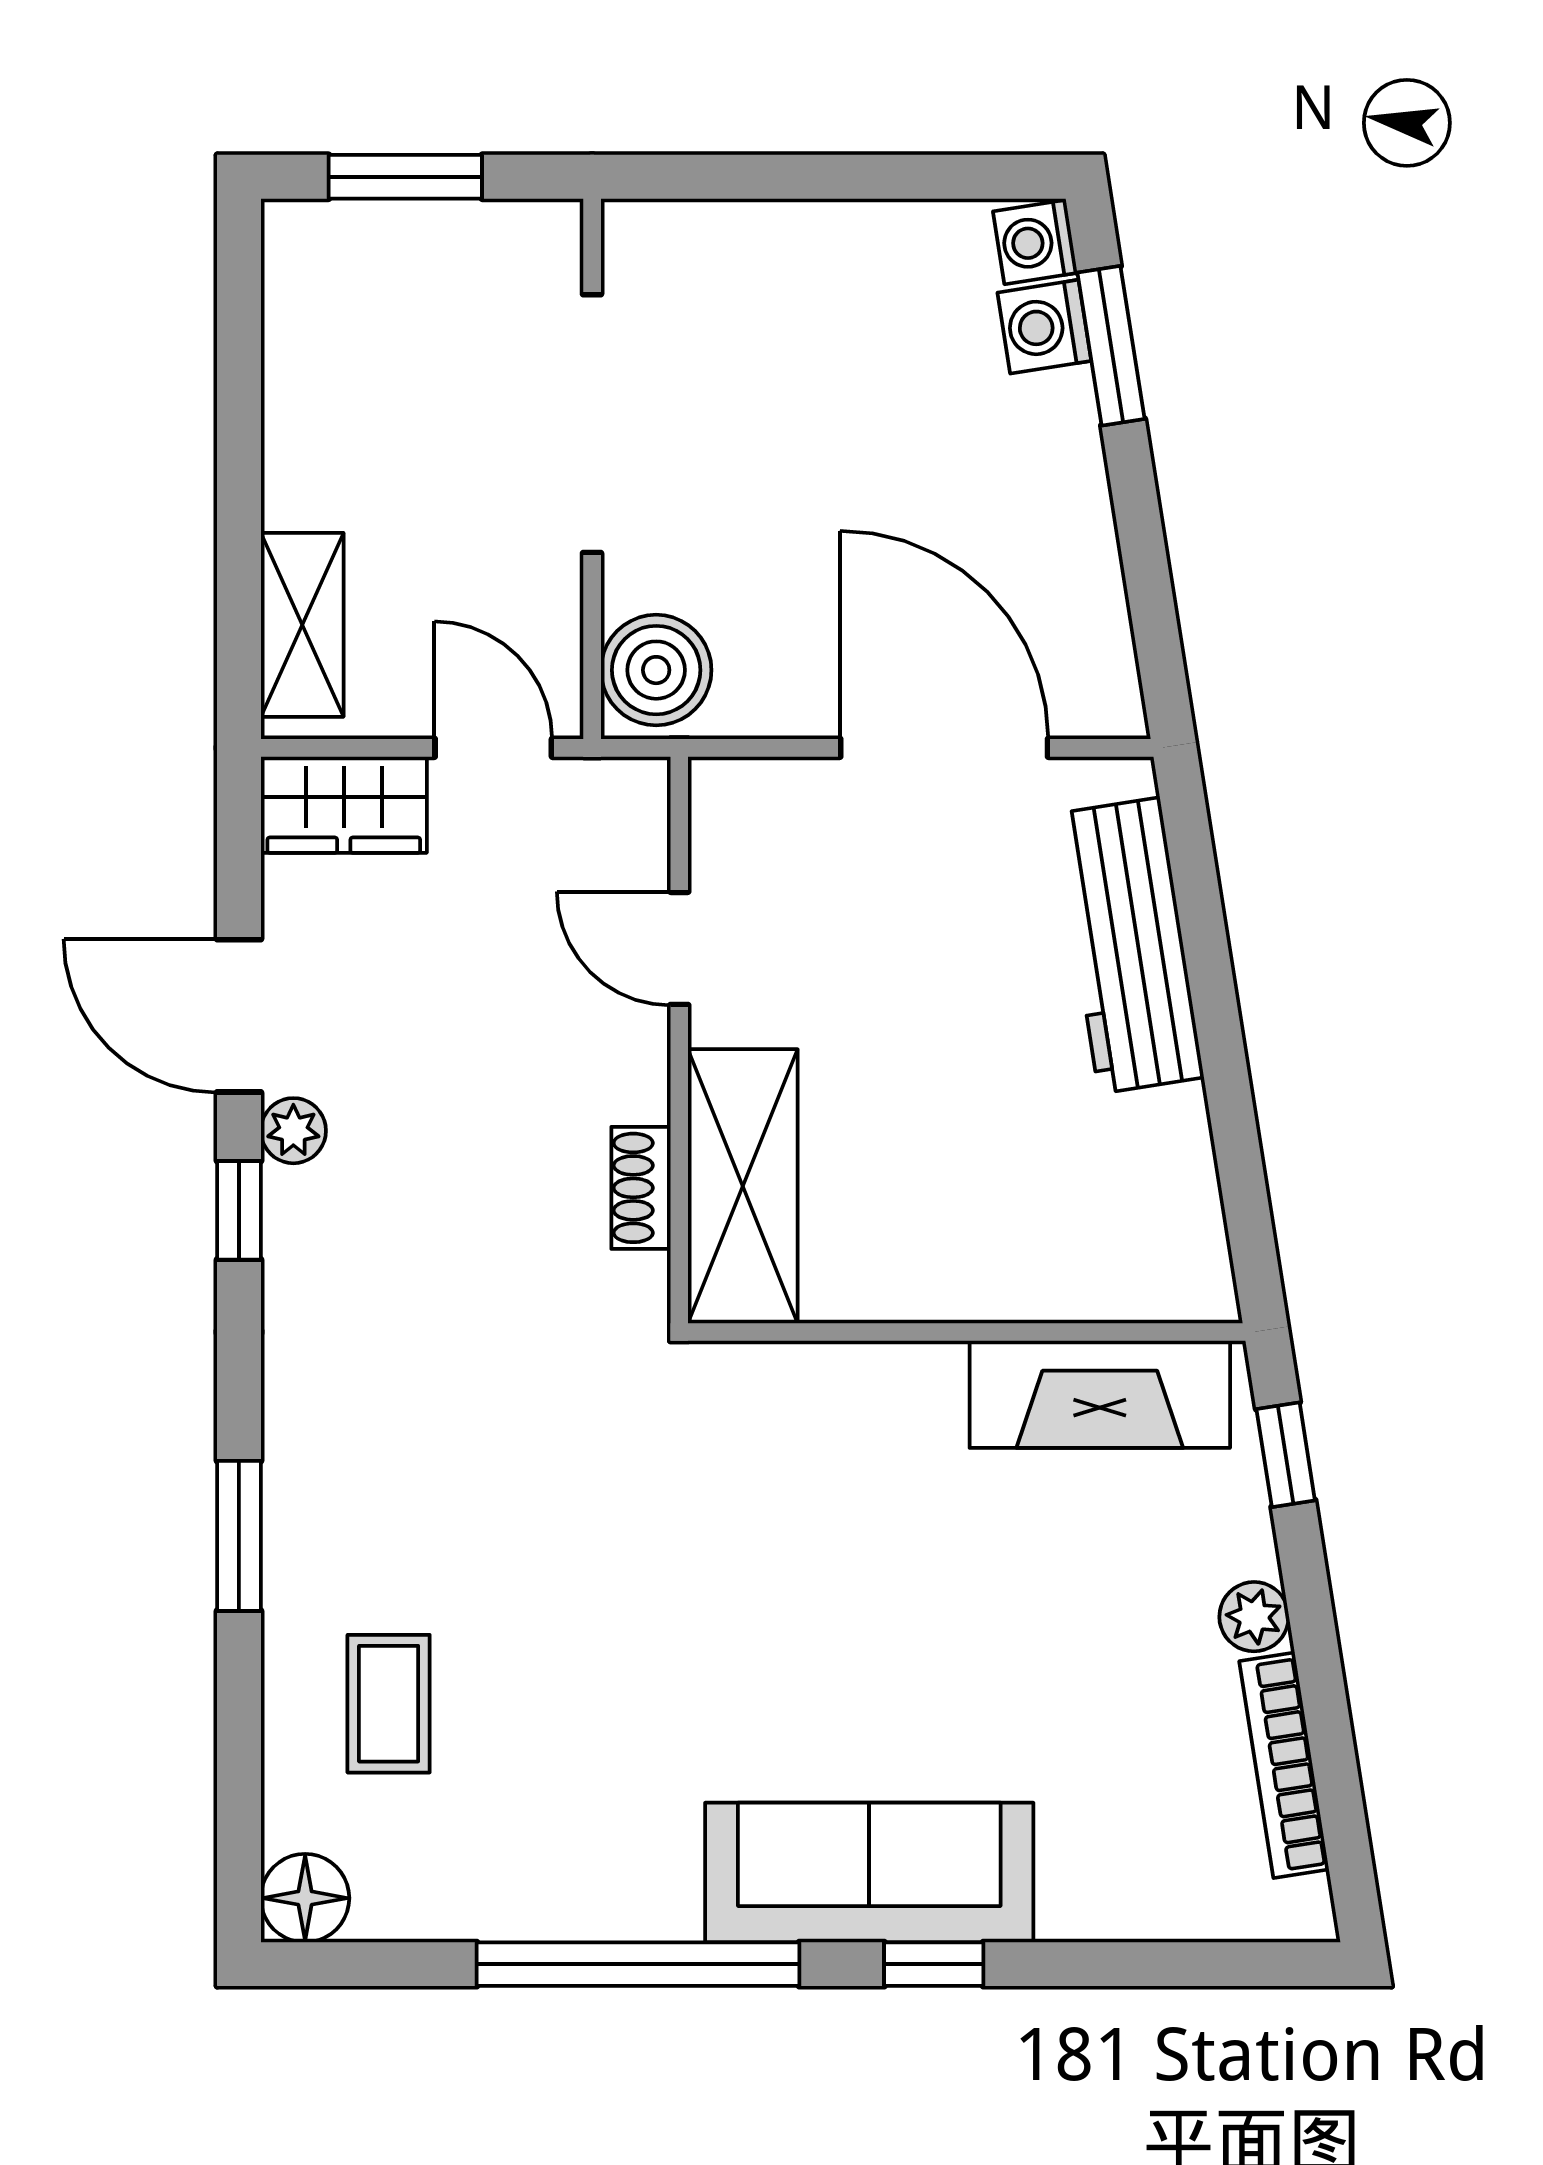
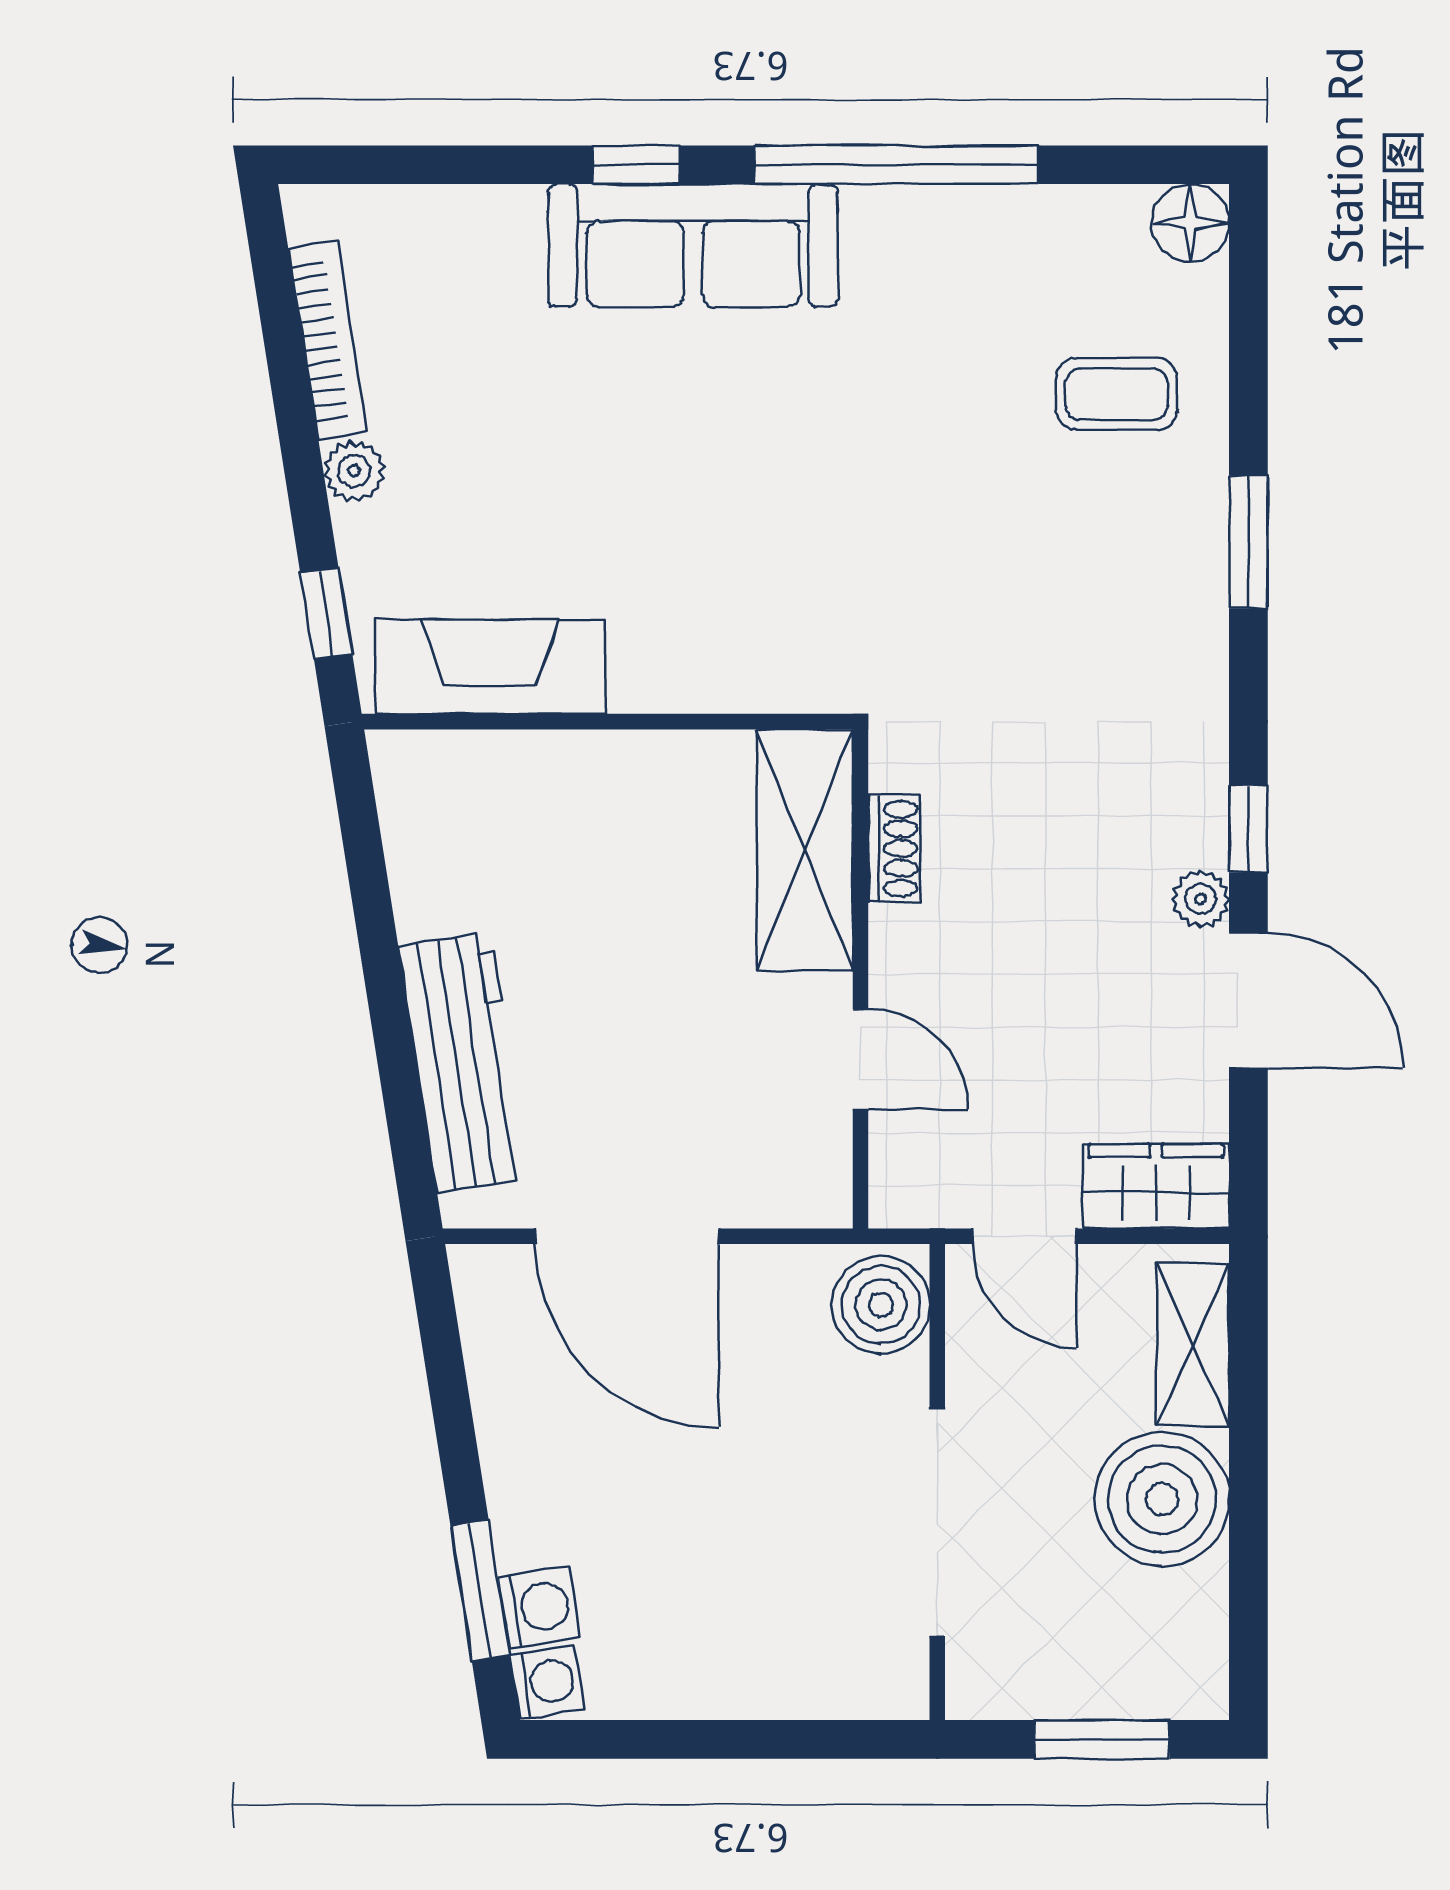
boiler: (337, 450) -> (1162, 1499), added
coffee table: (389, 1704) -> (1117, 394), turned 90

